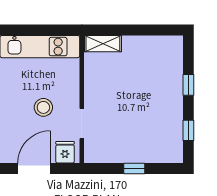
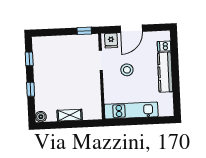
boiler: (175, 43) -> (41, 117), added
shelving: (103, 44) -> (70, 115), moved
window: (134, 168) -> (84, 31), moved

